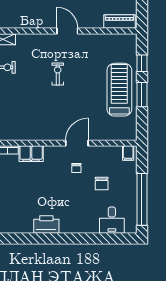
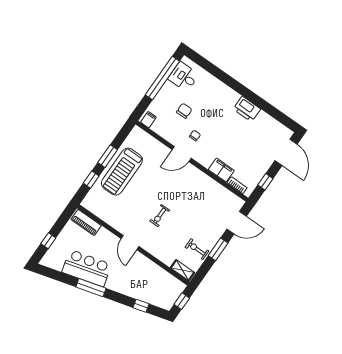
desk: (112, 220) -> (184, 77), moved, turned -90

